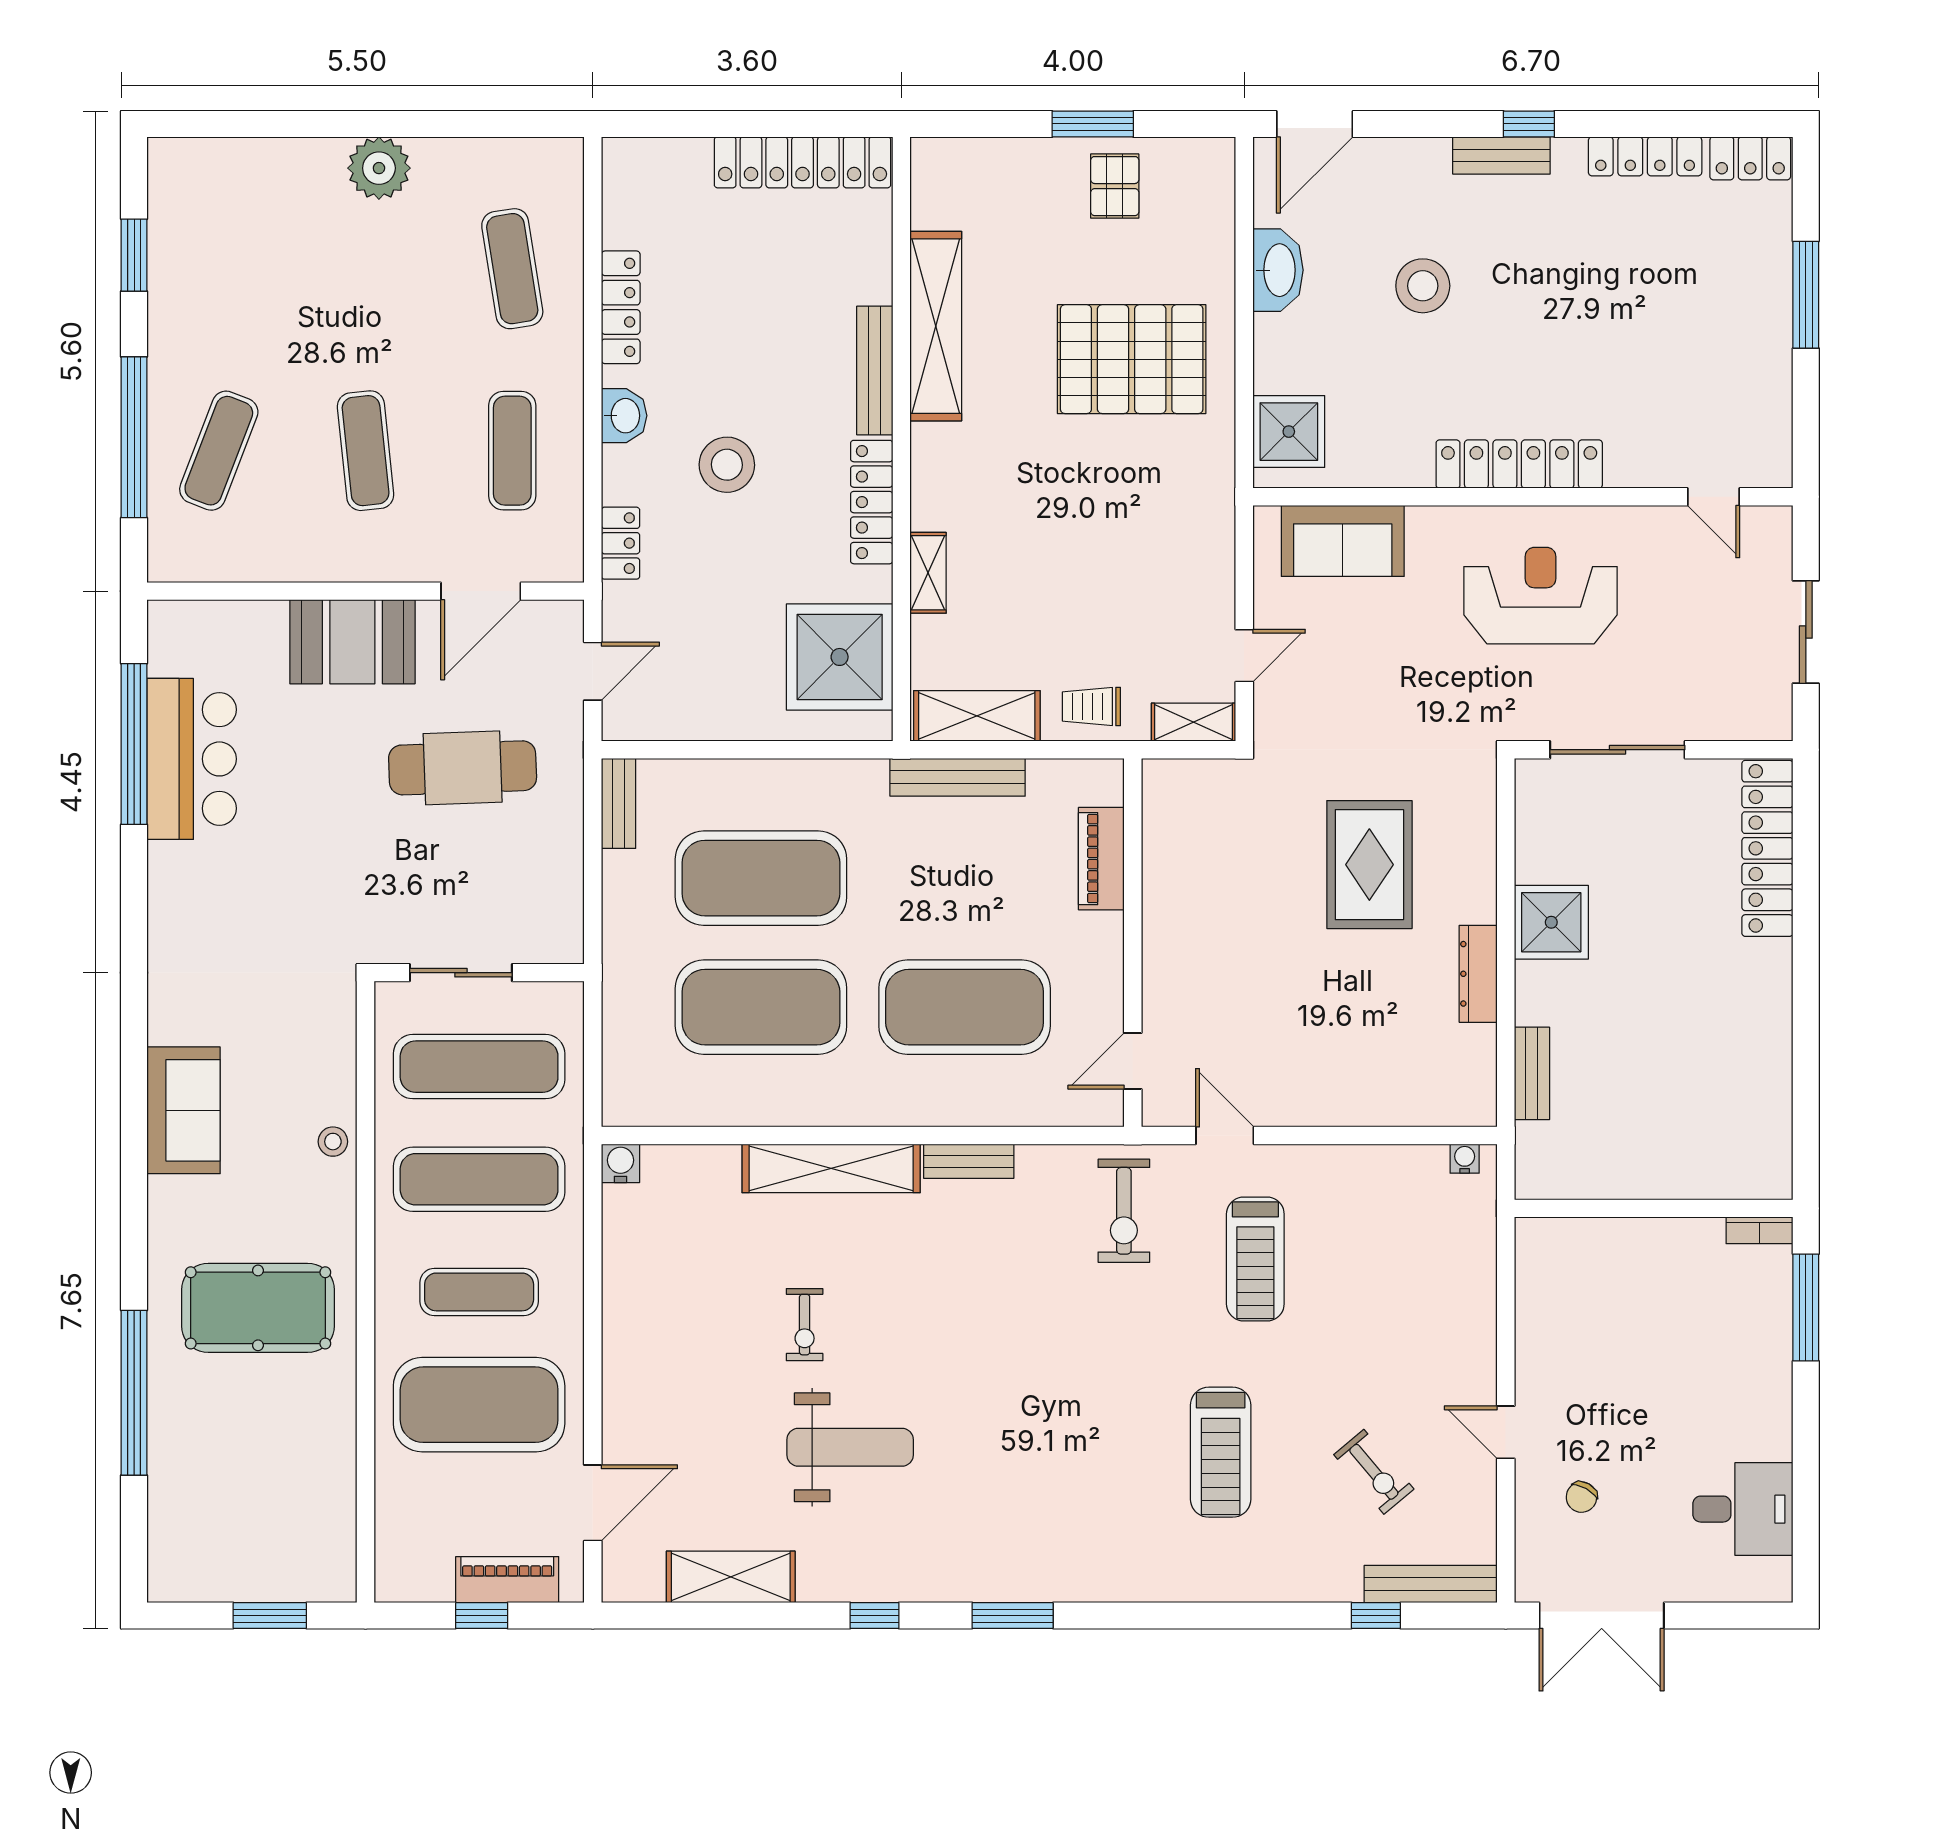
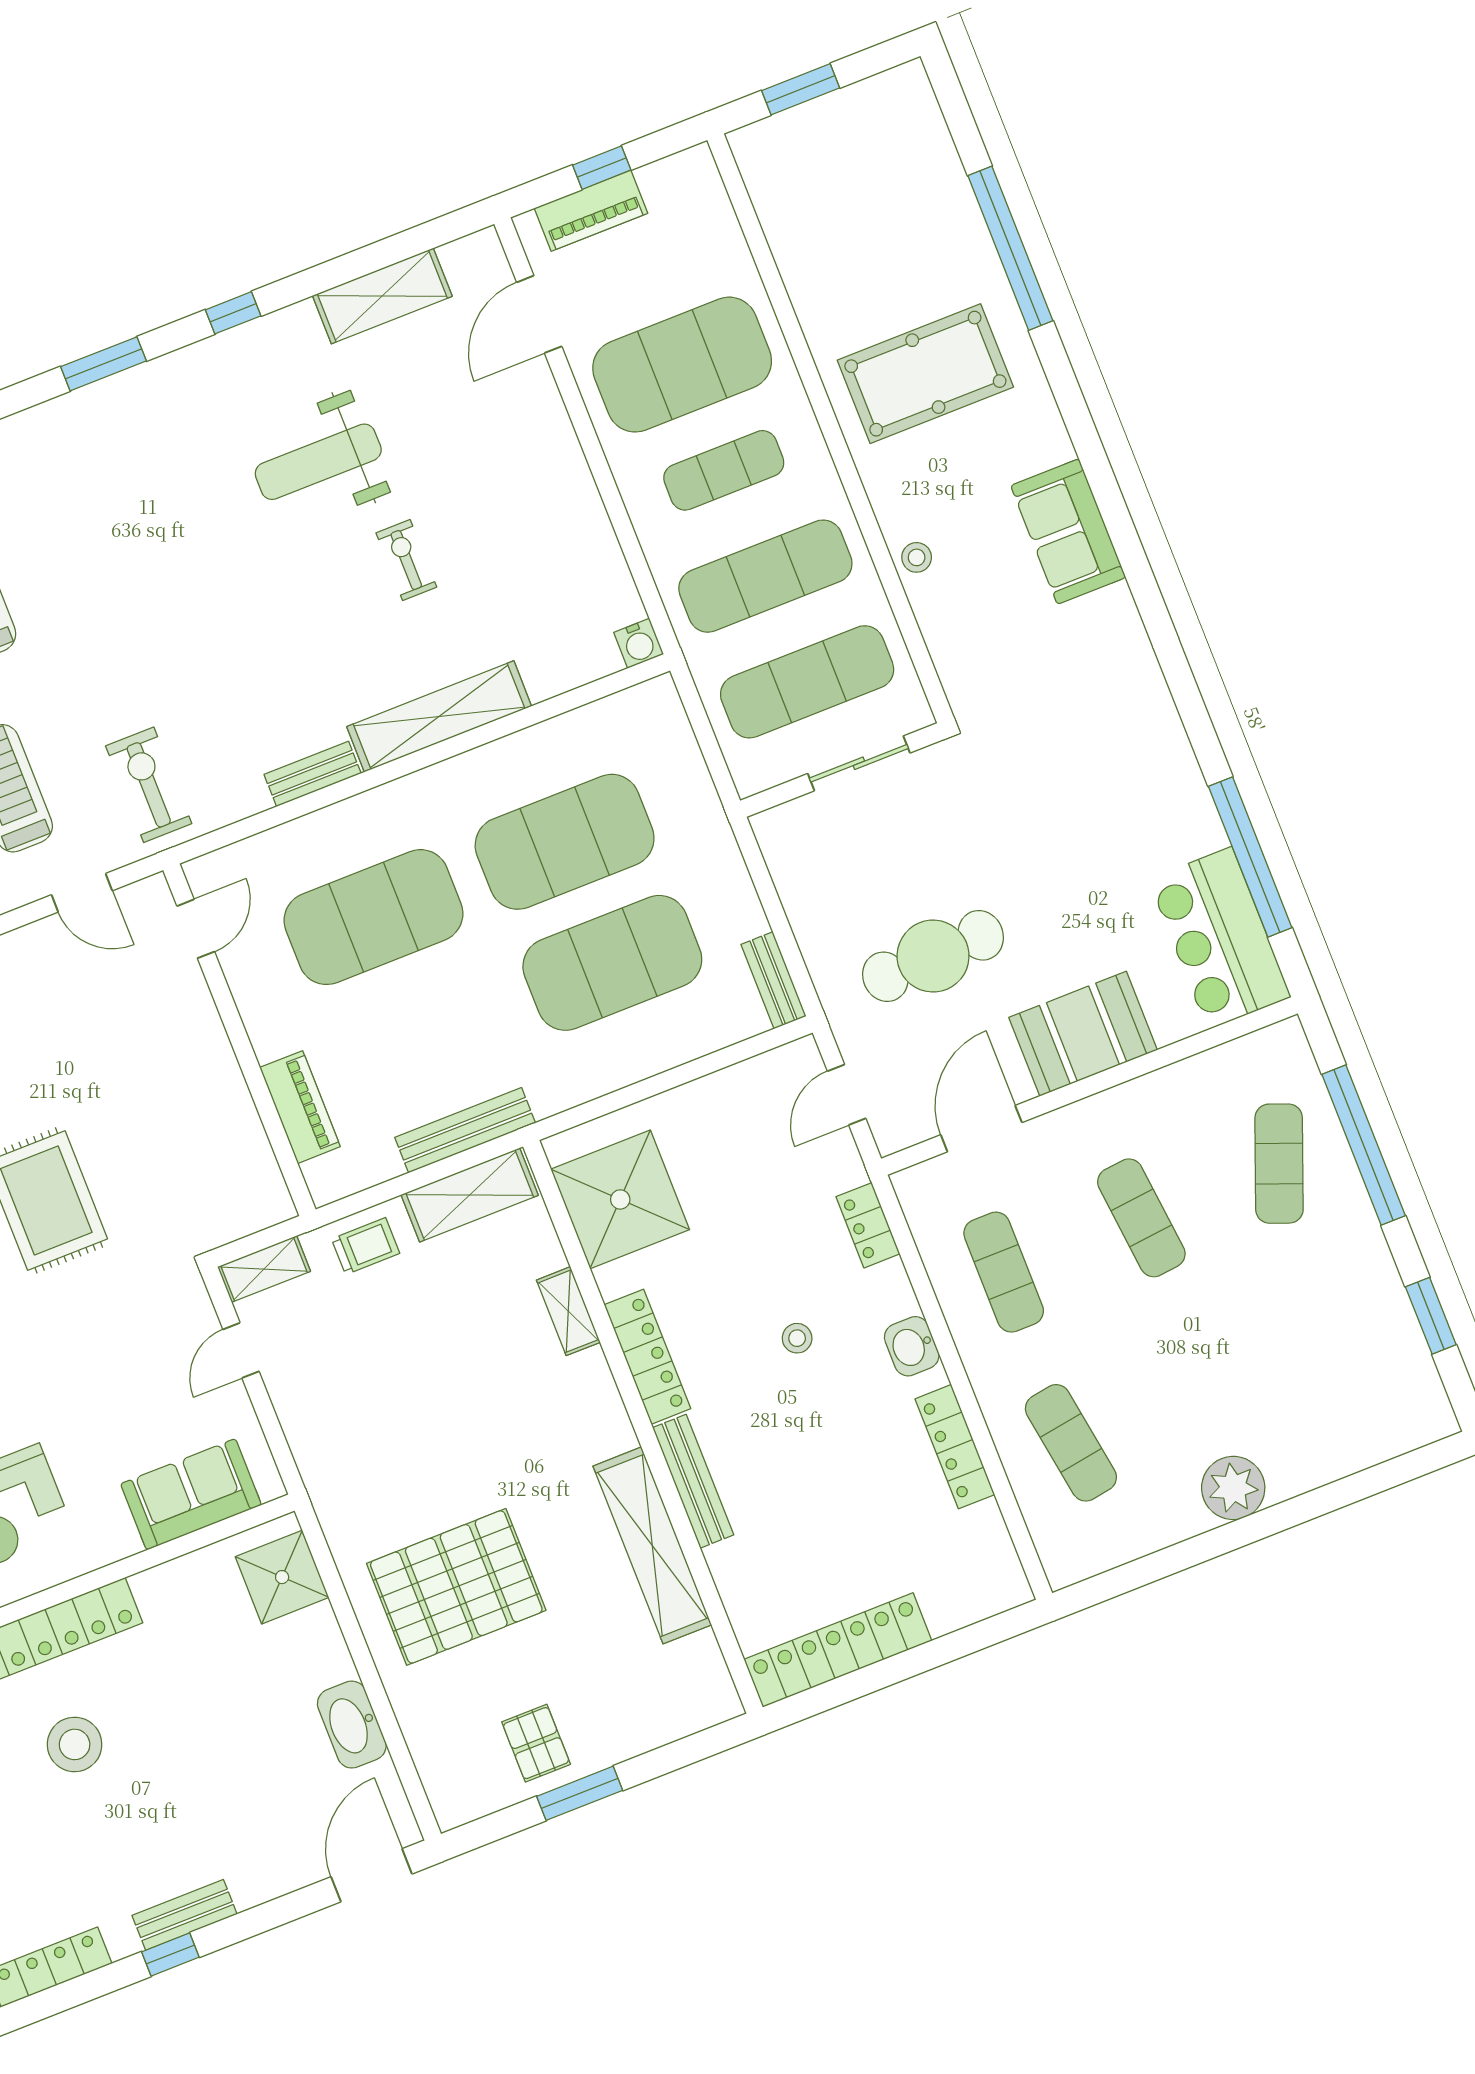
stool: (1423, 286) -> (75, 1744), moved
stool: (727, 465) -> (797, 1338), width x0.53, depth x0.53
bar counter: (192, 759) -> (1220, 938), moved

